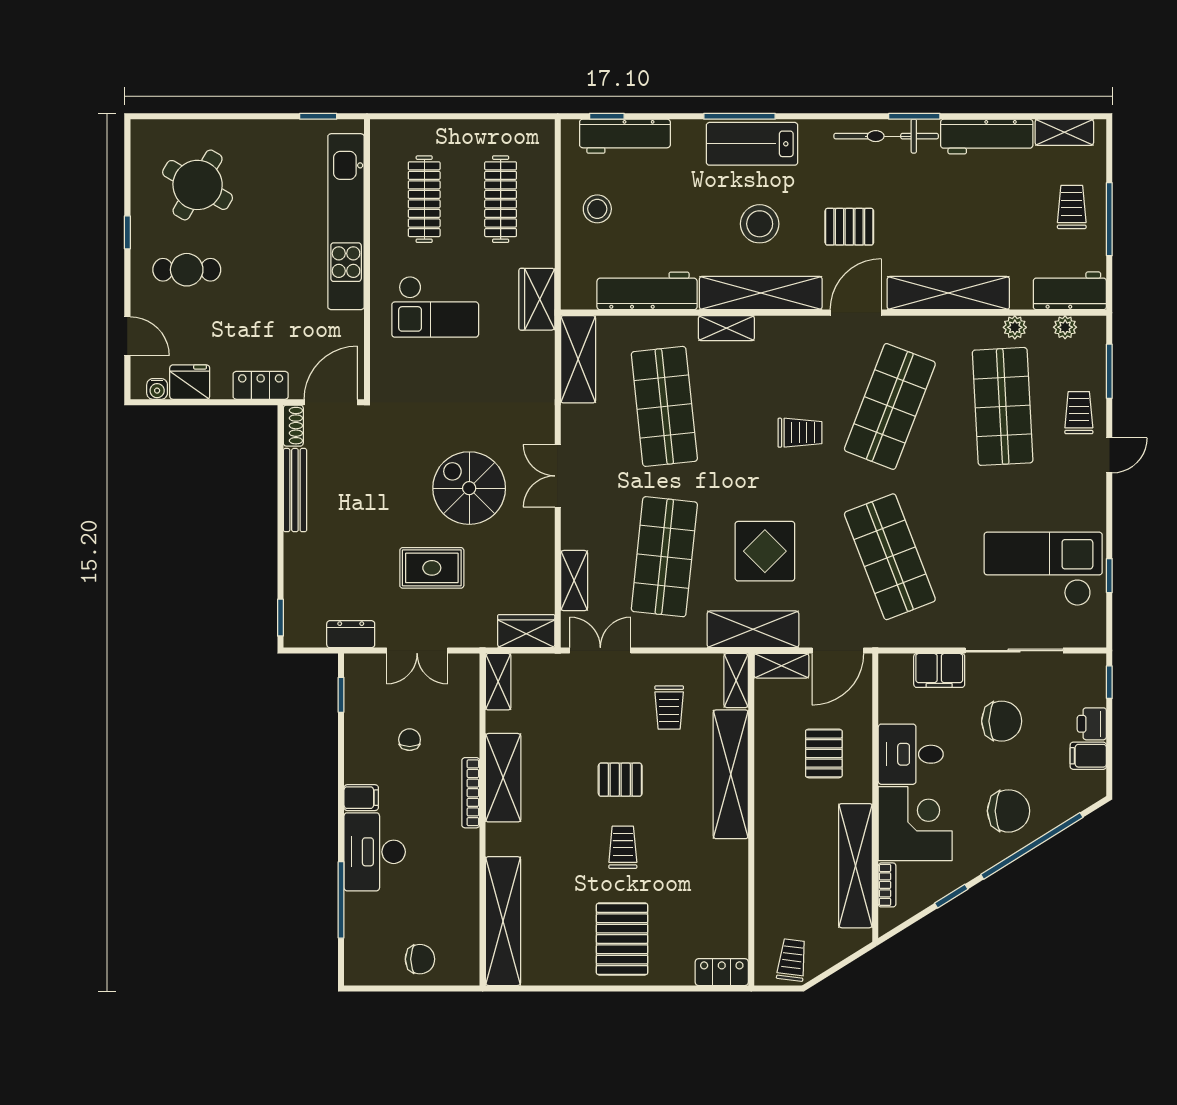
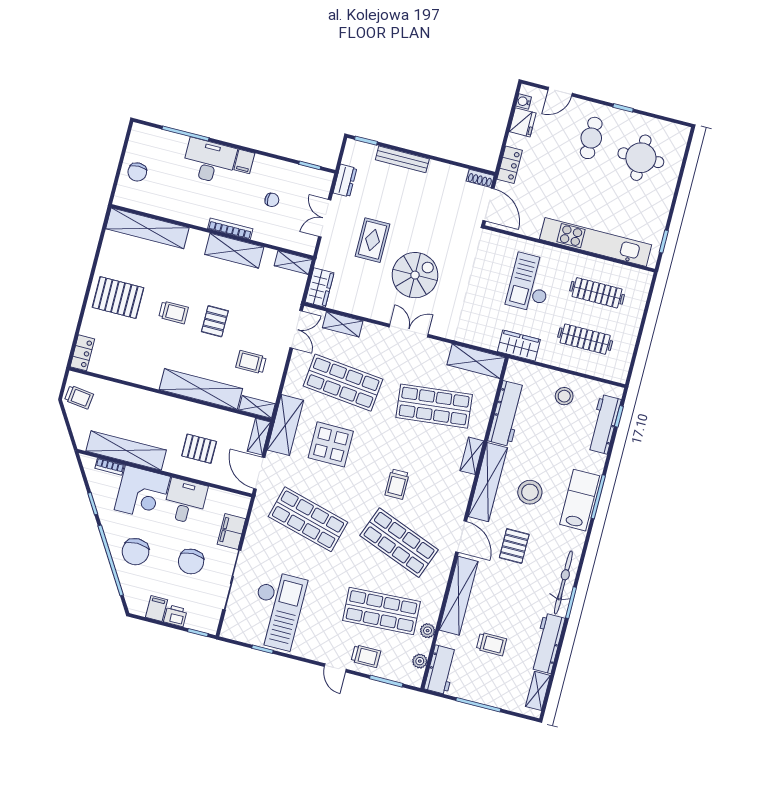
round table: (198, 185) -> (641, 158), turned -30
trolley: (1072, 207) -> (491, 644), moved
bench: (295, 490) -> (402, 159), moved
shop shelf: (890, 557) -> (308, 519), turned 36

